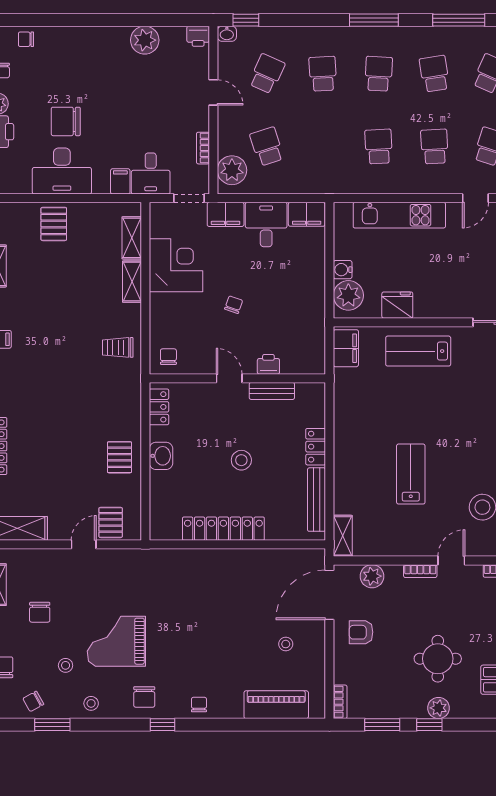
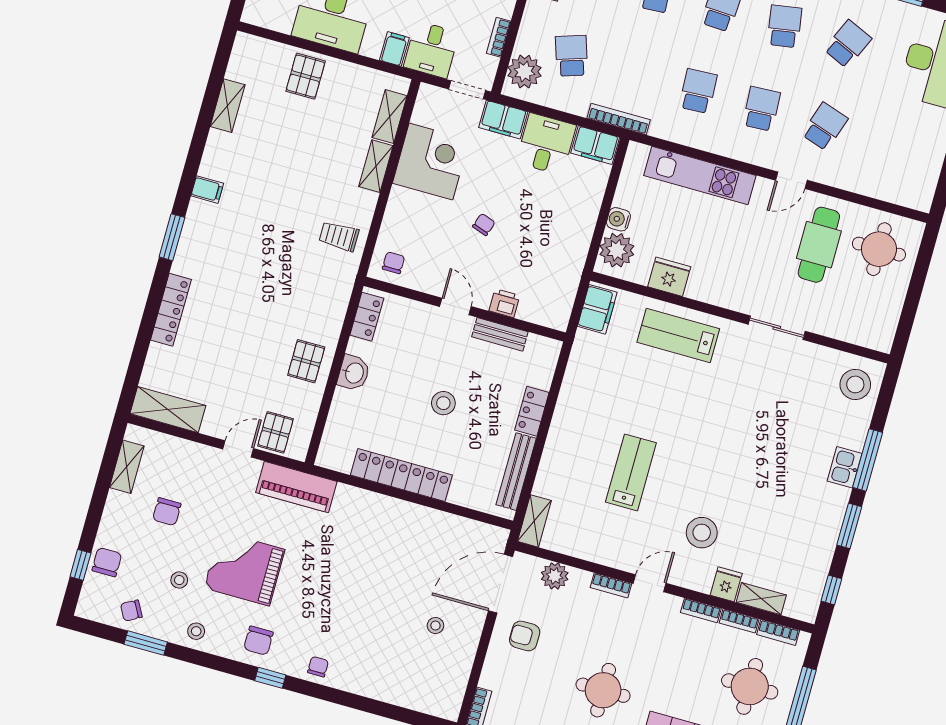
bookcase: (320, 187) -> (619, 119), added
piano: (276, 705) -> (296, 487), moved, turned 180

